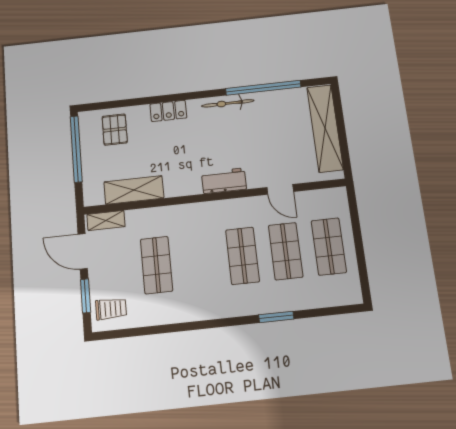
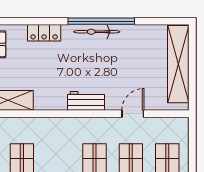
window: (263, 88) -> (101, 21), moved
door: (280, 189) -> (133, 114), swing flipped

